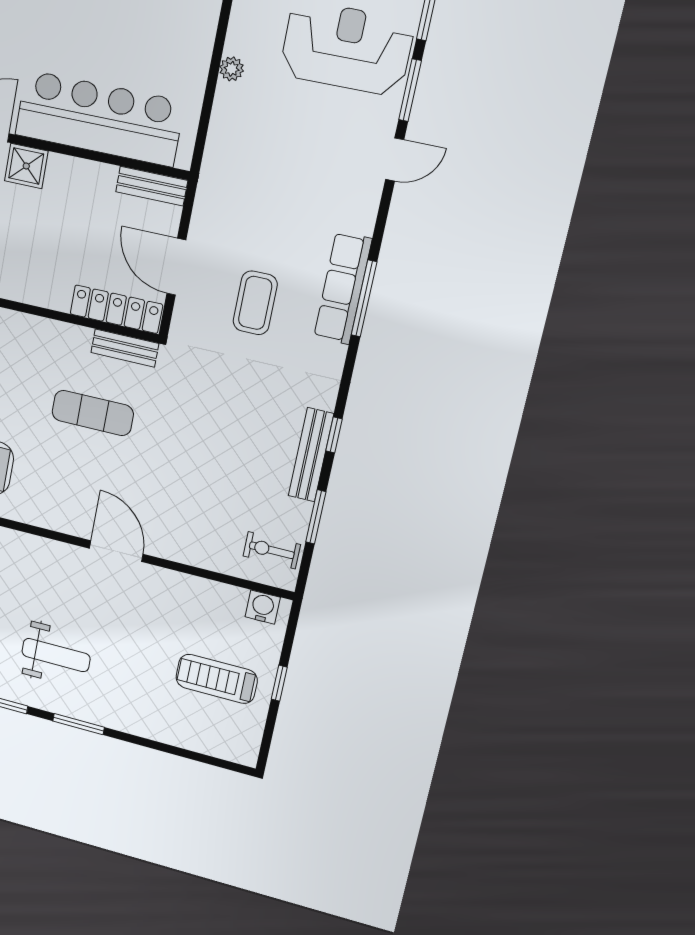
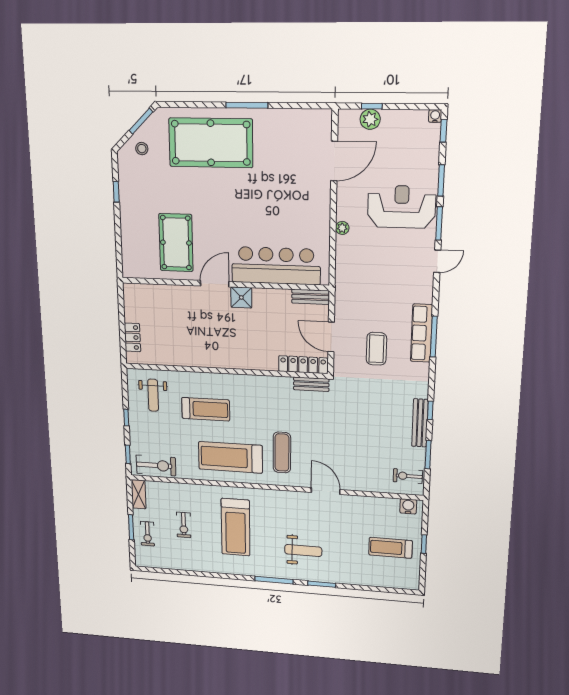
exercise mat: (93, 413) -> (282, 453), moved, turned 90

